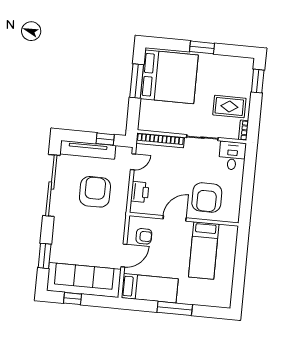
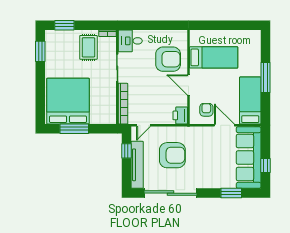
window: (202, 47) -> (40, 51), moved
door: (133, 162) -> (144, 125), swing flipped
armchair: (95, 192) -> (172, 155), turned 180
printer: (140, 192) -> (180, 115), moved, turned -90

